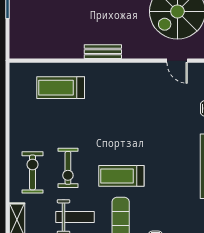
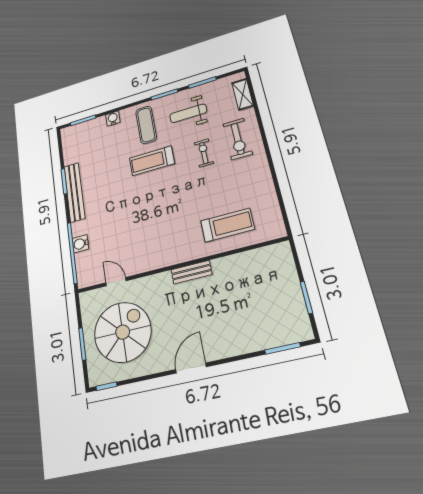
exercise bike: (68, 168) -> (204, 153), width x0.73, depth x0.72
treadmill: (121, 176) -> (152, 161), turned 180

